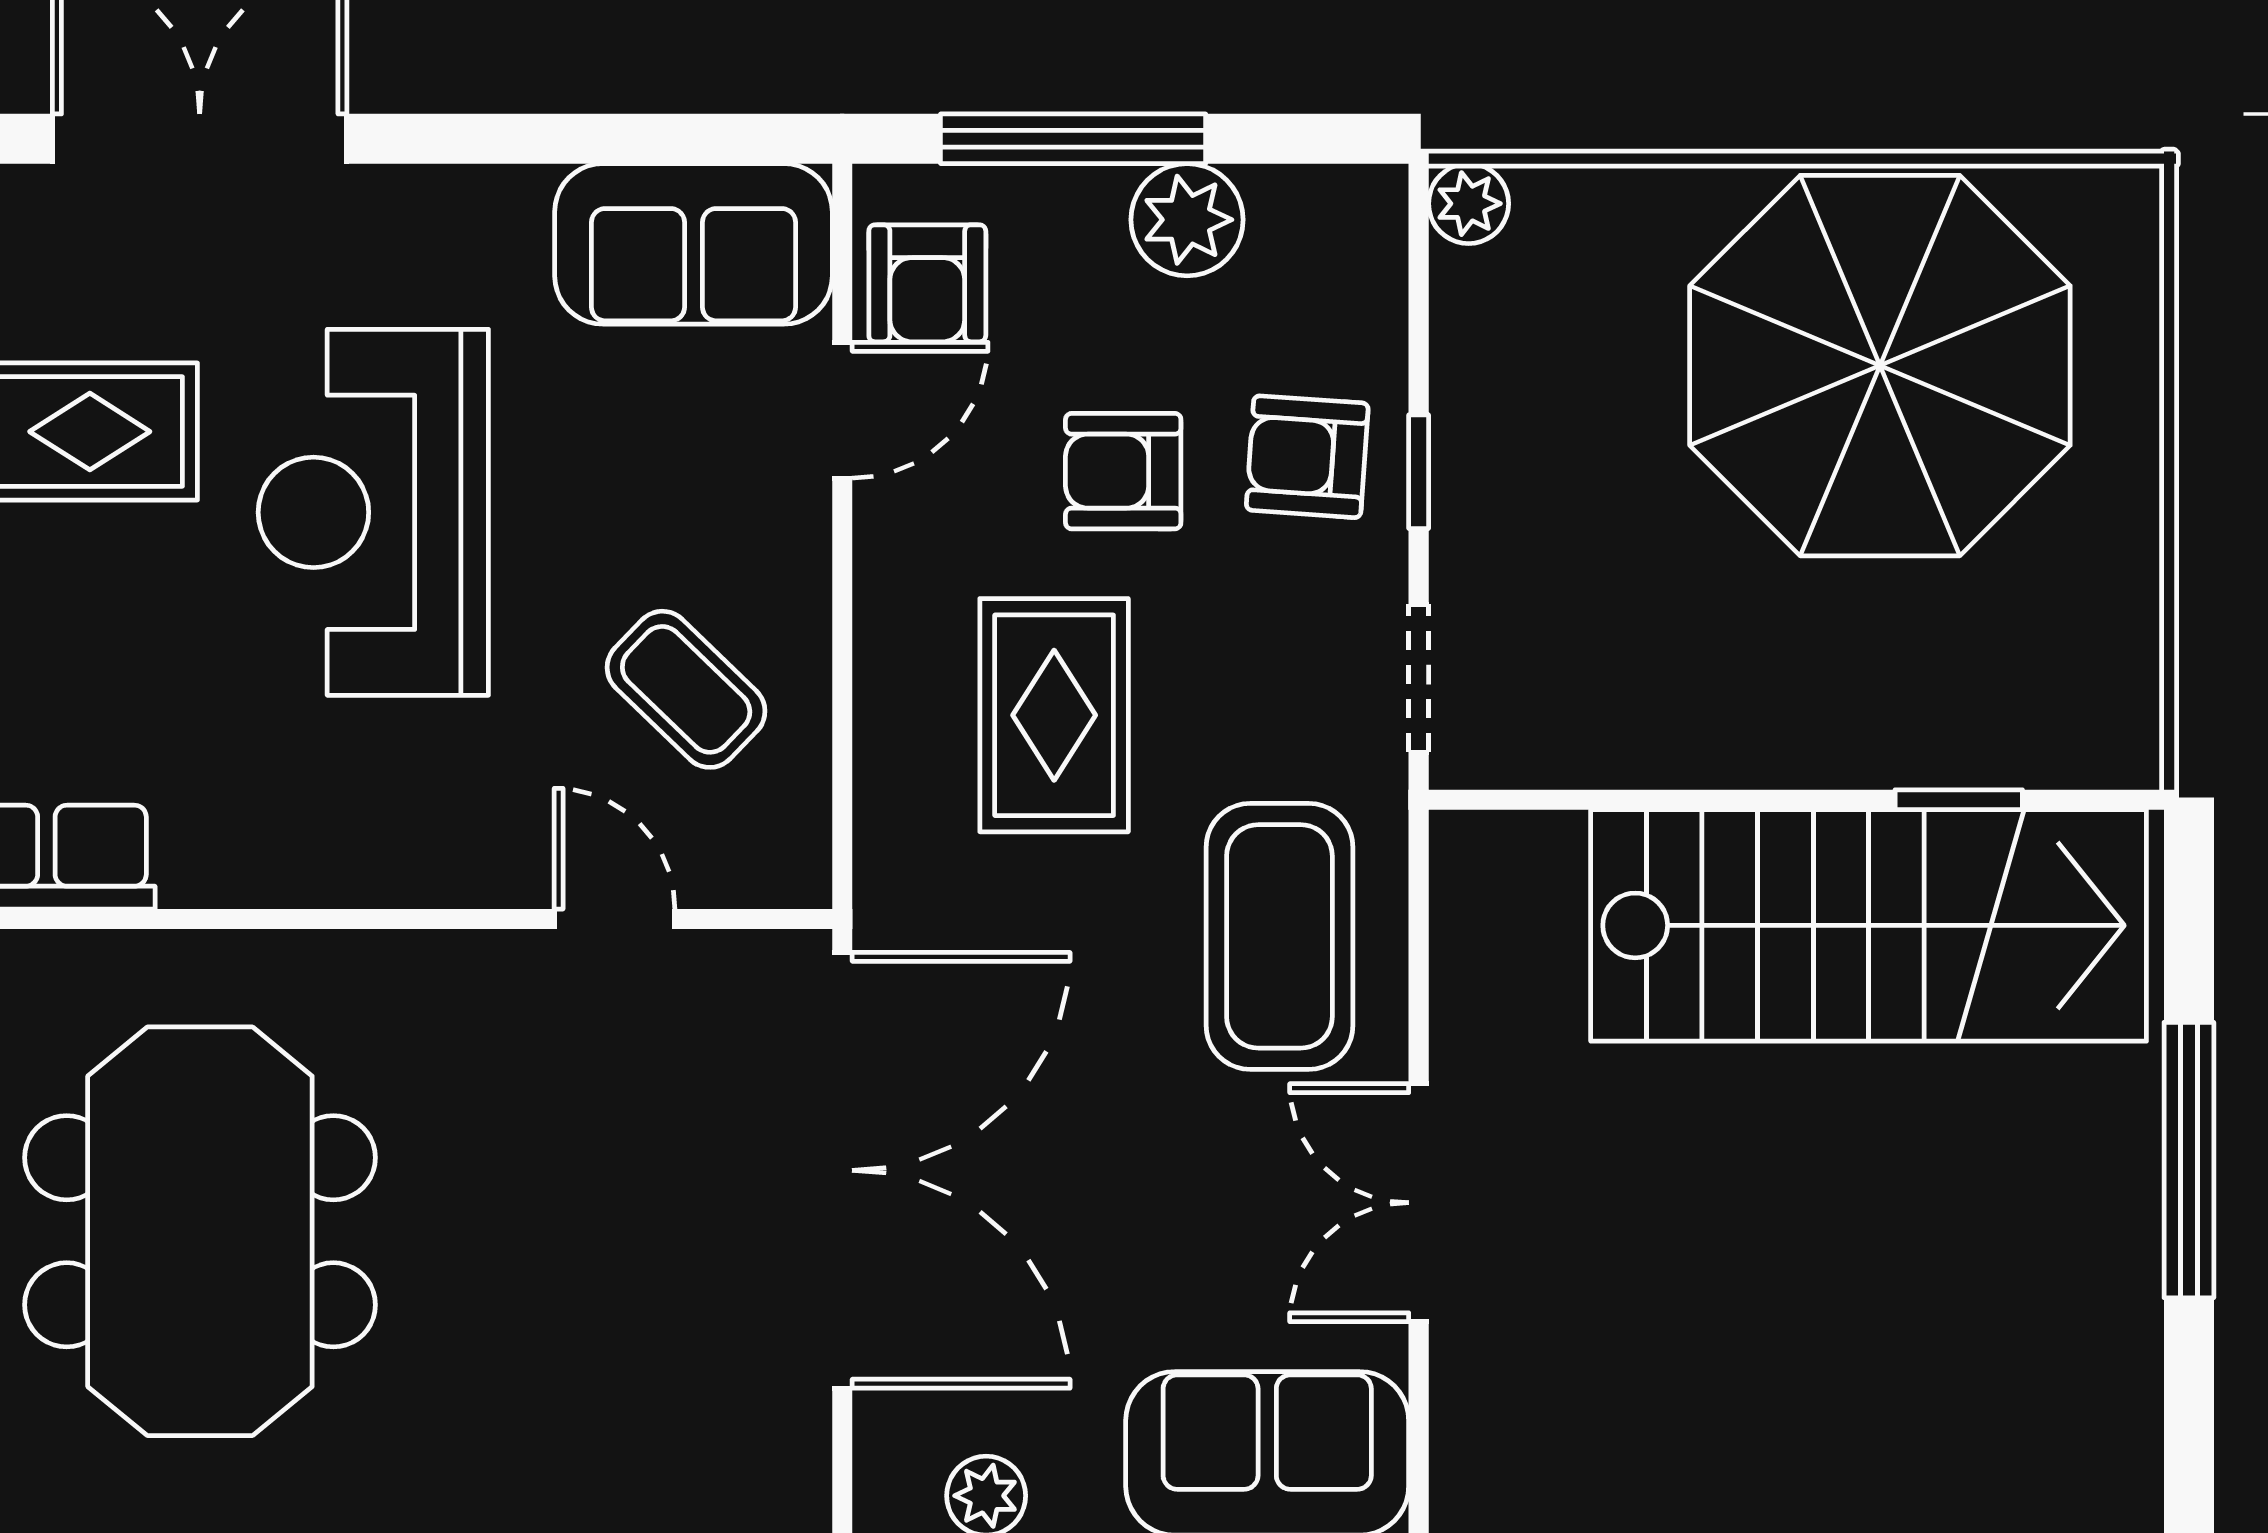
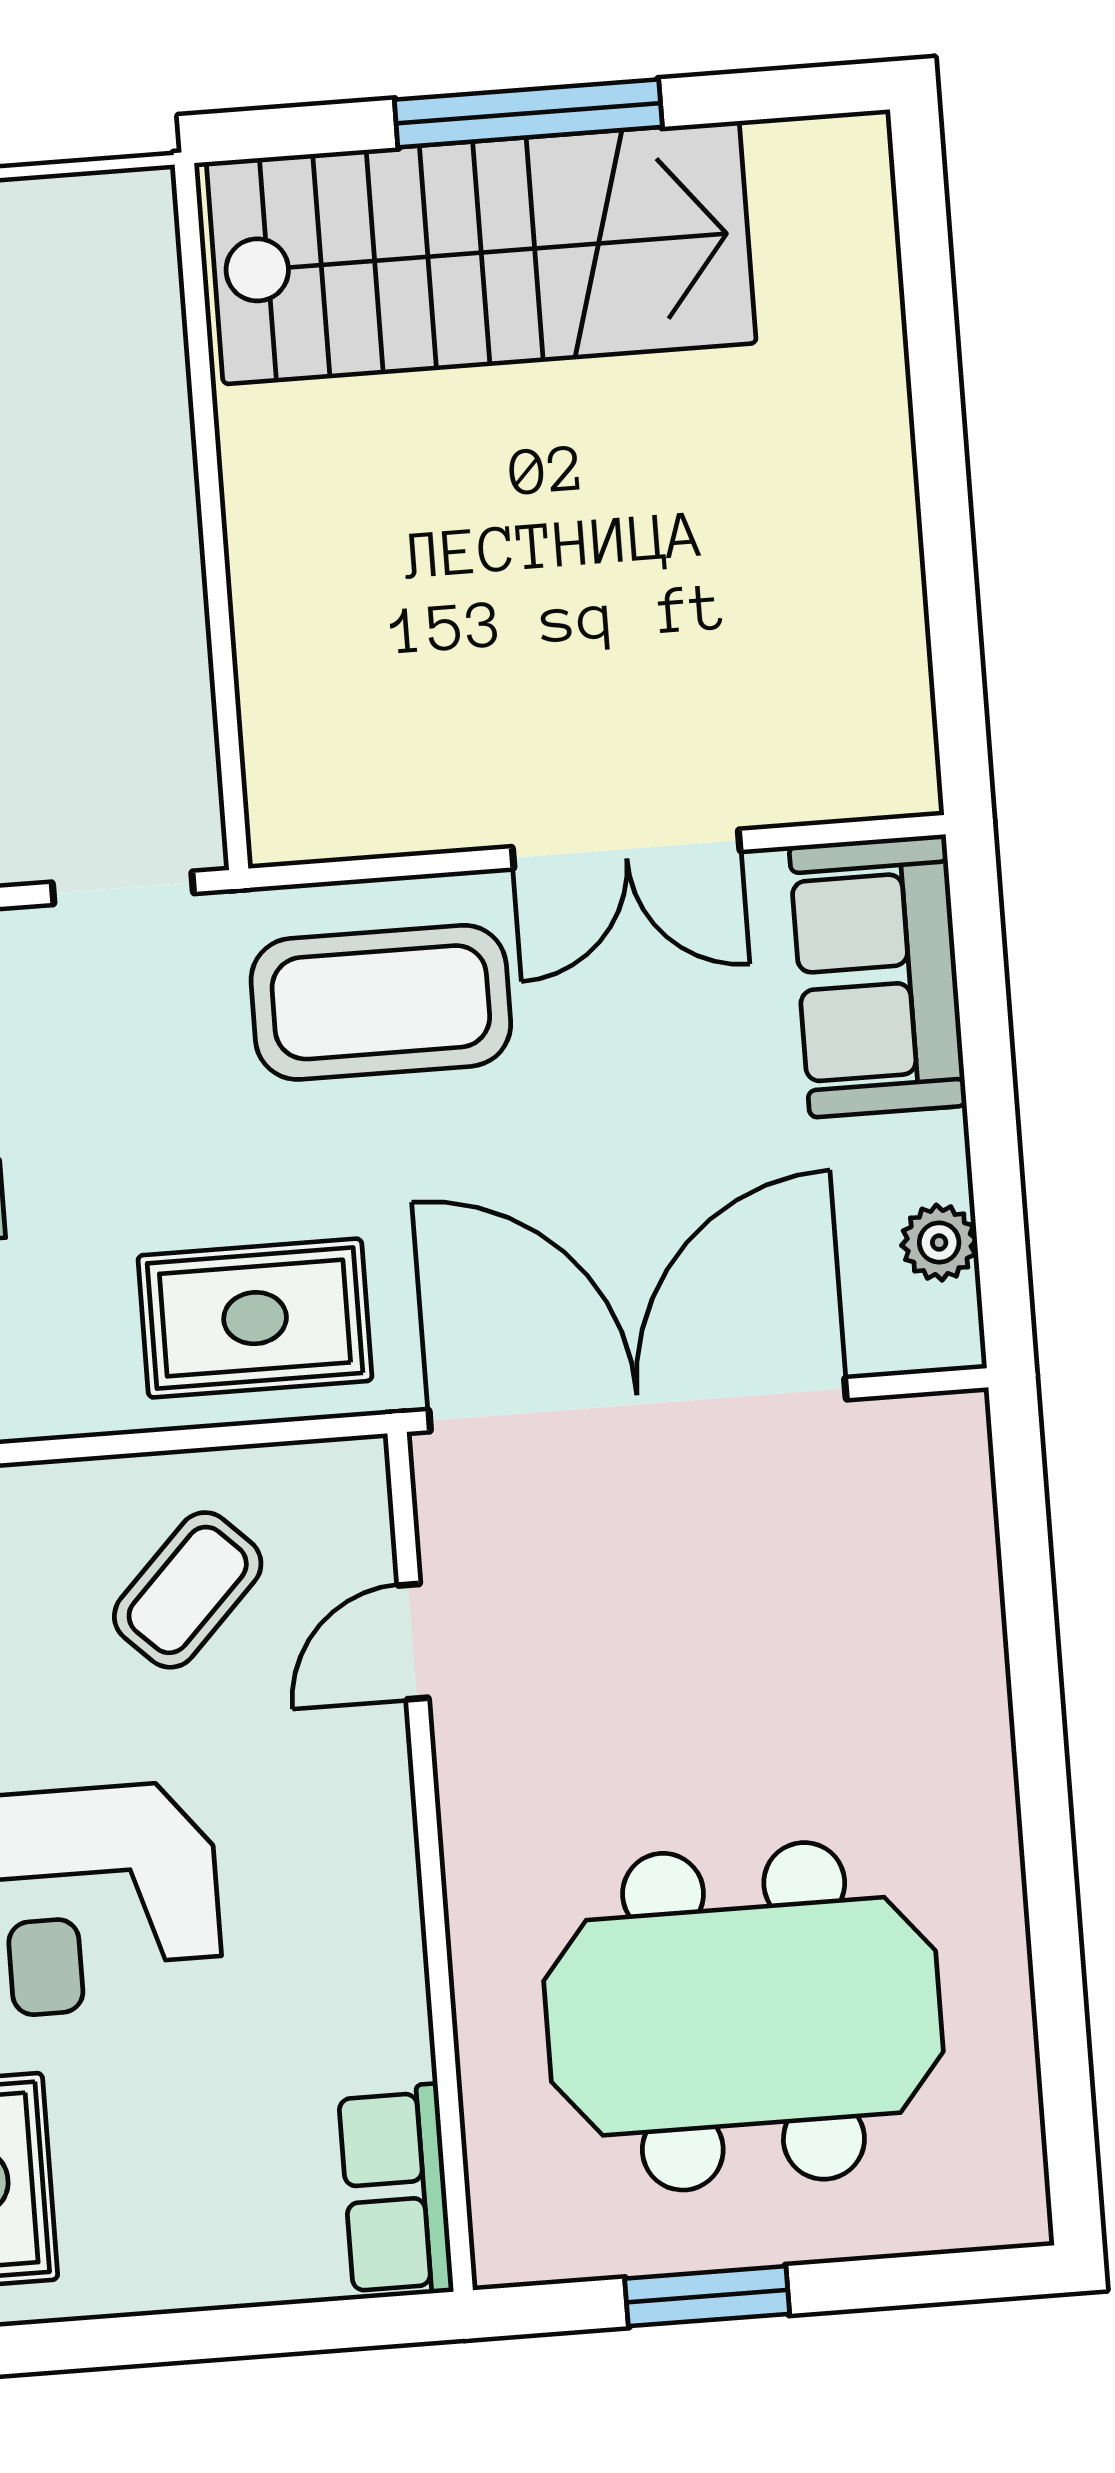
rug: (1054, 715) -> (255, 1318), moved
window: (1959, 800) -> (200, 361), removed
stairs: (1869, 925) -> (481, 253), moved, turned 90

